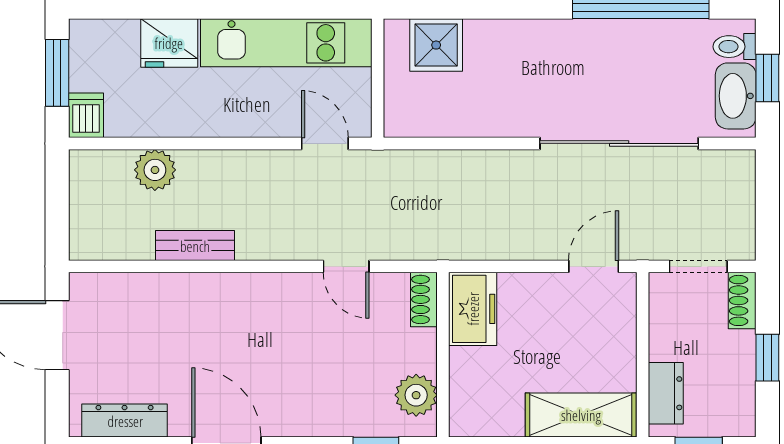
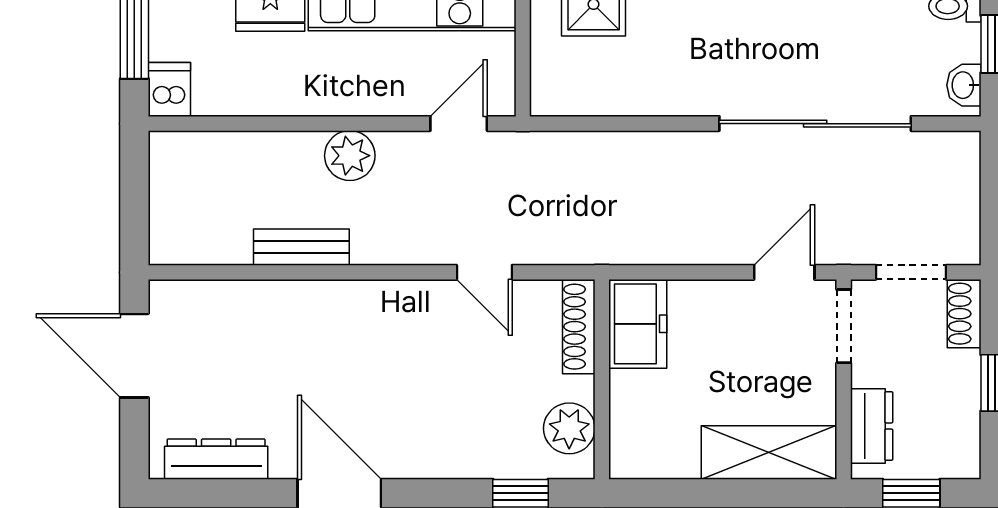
washbasin: (736, 96) -> (964, 85), width x0.52, depth x0.69
door: (325, 143) -> (459, 124), hinge flipped
plant: (155, 170) -> (350, 156), moved
shoe rack: (424, 299) -> (579, 327), width x1.43
doorway: (643, 311) -> (844, 326), added

